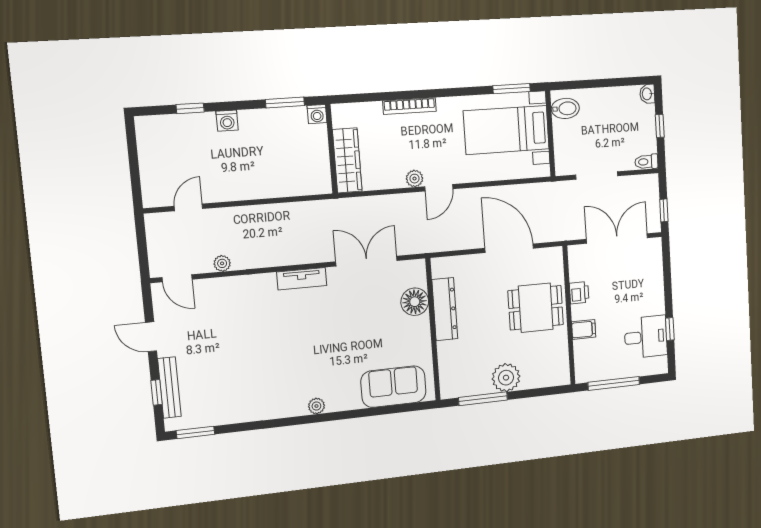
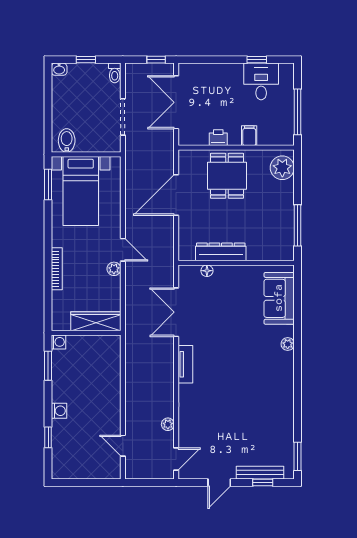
floor lamp: (415, 302) -> (207, 271), width x0.53, depth x0.53
plant: (506, 378) -> (282, 168), moved
plant: (316, 406) -> (288, 344), moved

